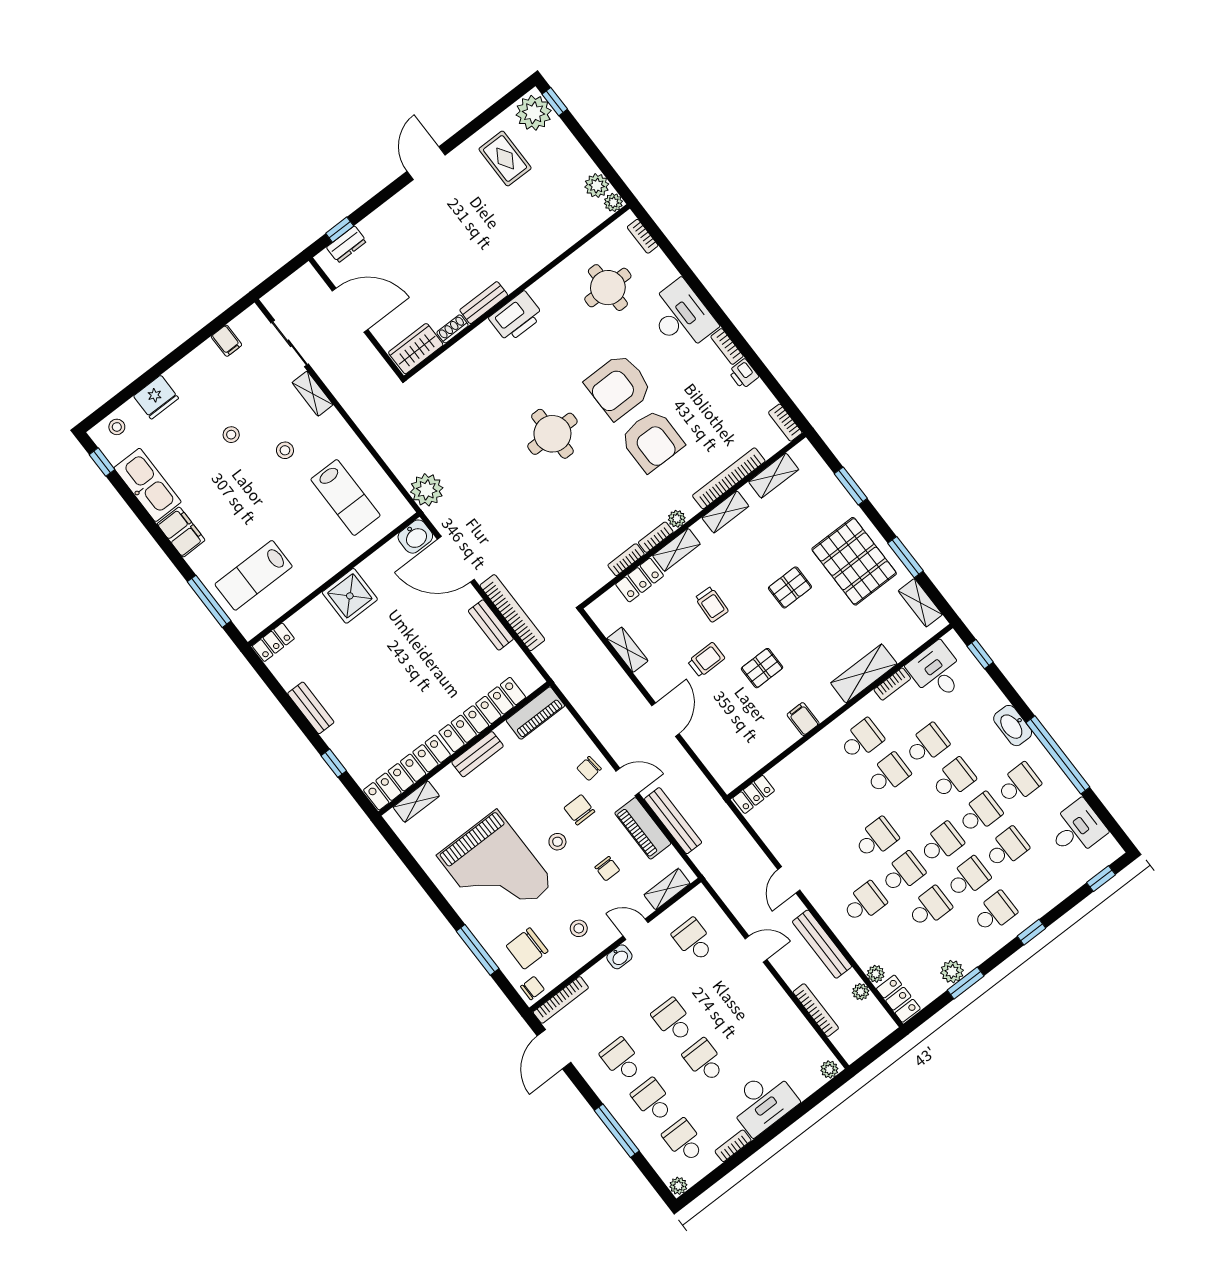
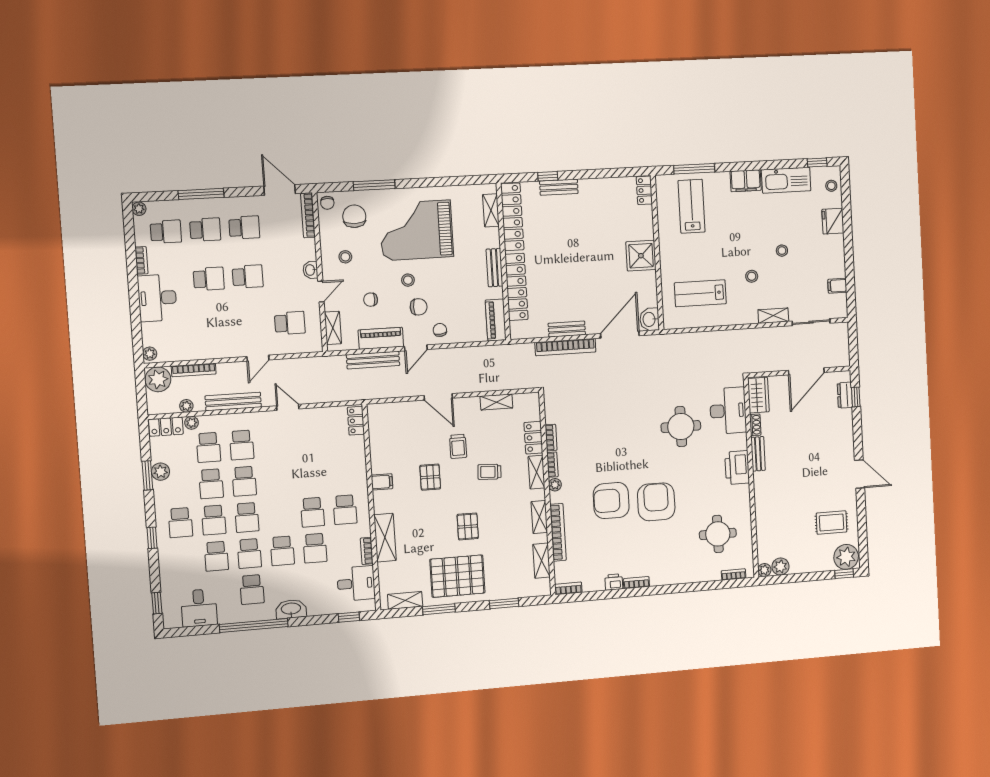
desk: (681, 316) -> (728, 411), moved, turned -90
round table: (552, 434) -> (681, 427), moved
plant: (427, 490) -> (158, 379), moved
bench: (311, 708) -> (559, 187), moved
school desk: (876, 838) -> (208, 447), moved

